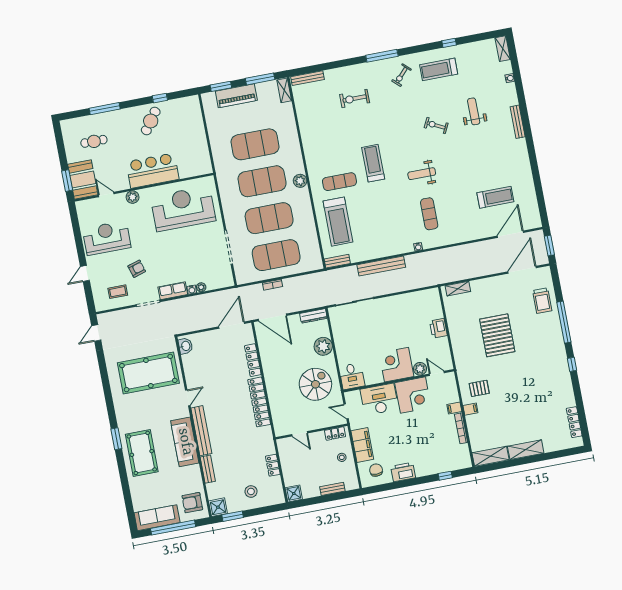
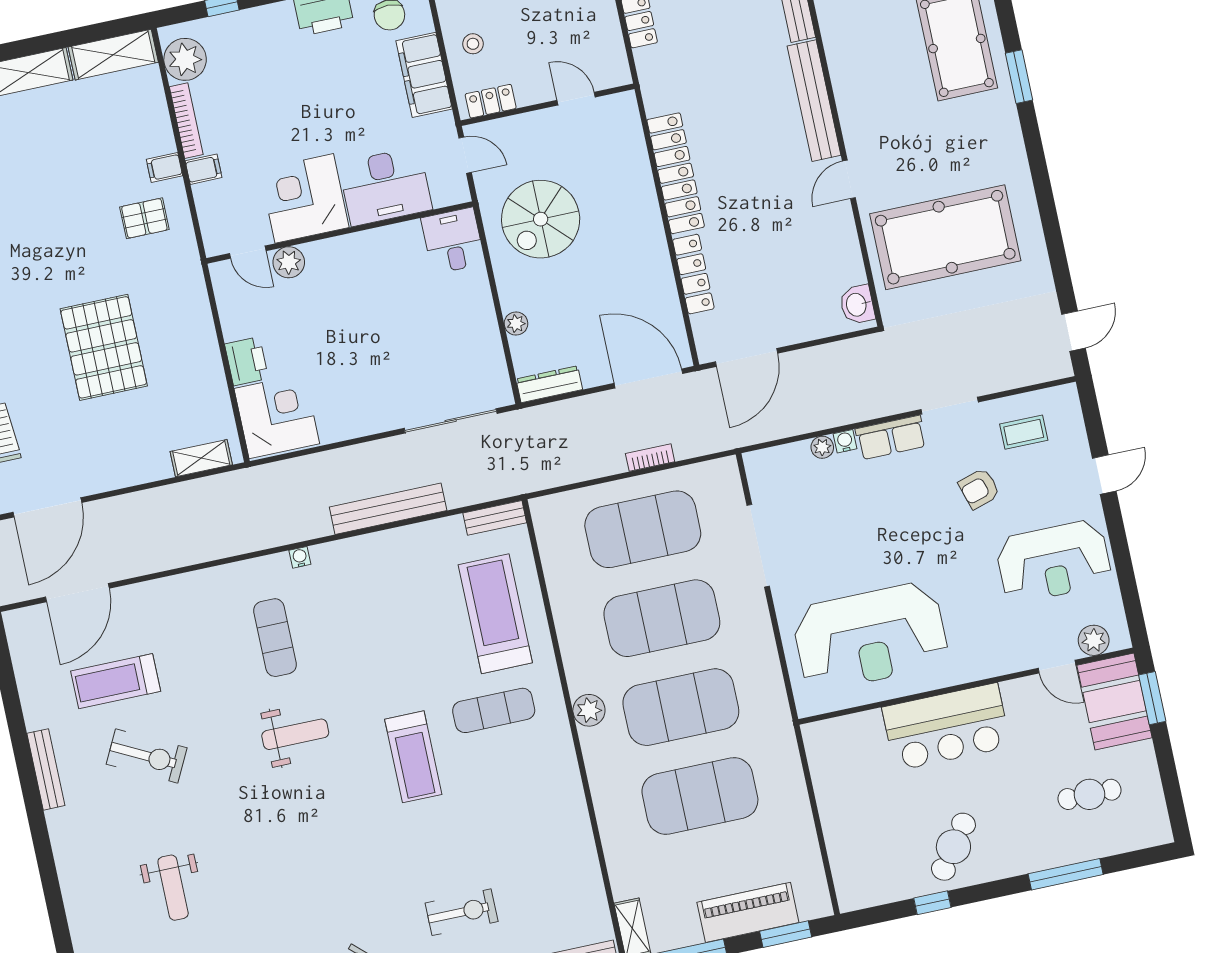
bench: (518, 122) -> (46, 769), moved
exercise bike: (436, 125) -> (147, 756), moved, width x1.38, depth x1.39
plant: (133, 197) -> (1094, 640), moved
plant: (323, 346) -> (516, 323), width x0.53, depth x0.53
corner desk: (396, 365) -> (277, 416), moved, turned -90
sofa: (185, 442) -> (854, 73), removed
plant: (461, 454) -> (185, 59), added

